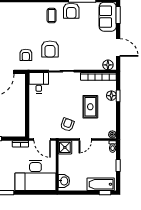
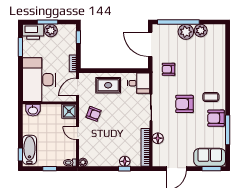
armchair: (50, 49) -> (184, 104), moved
floor lamp: (108, 65) -> (158, 138), moved
rug: (90, 107) -> (108, 85), moved

